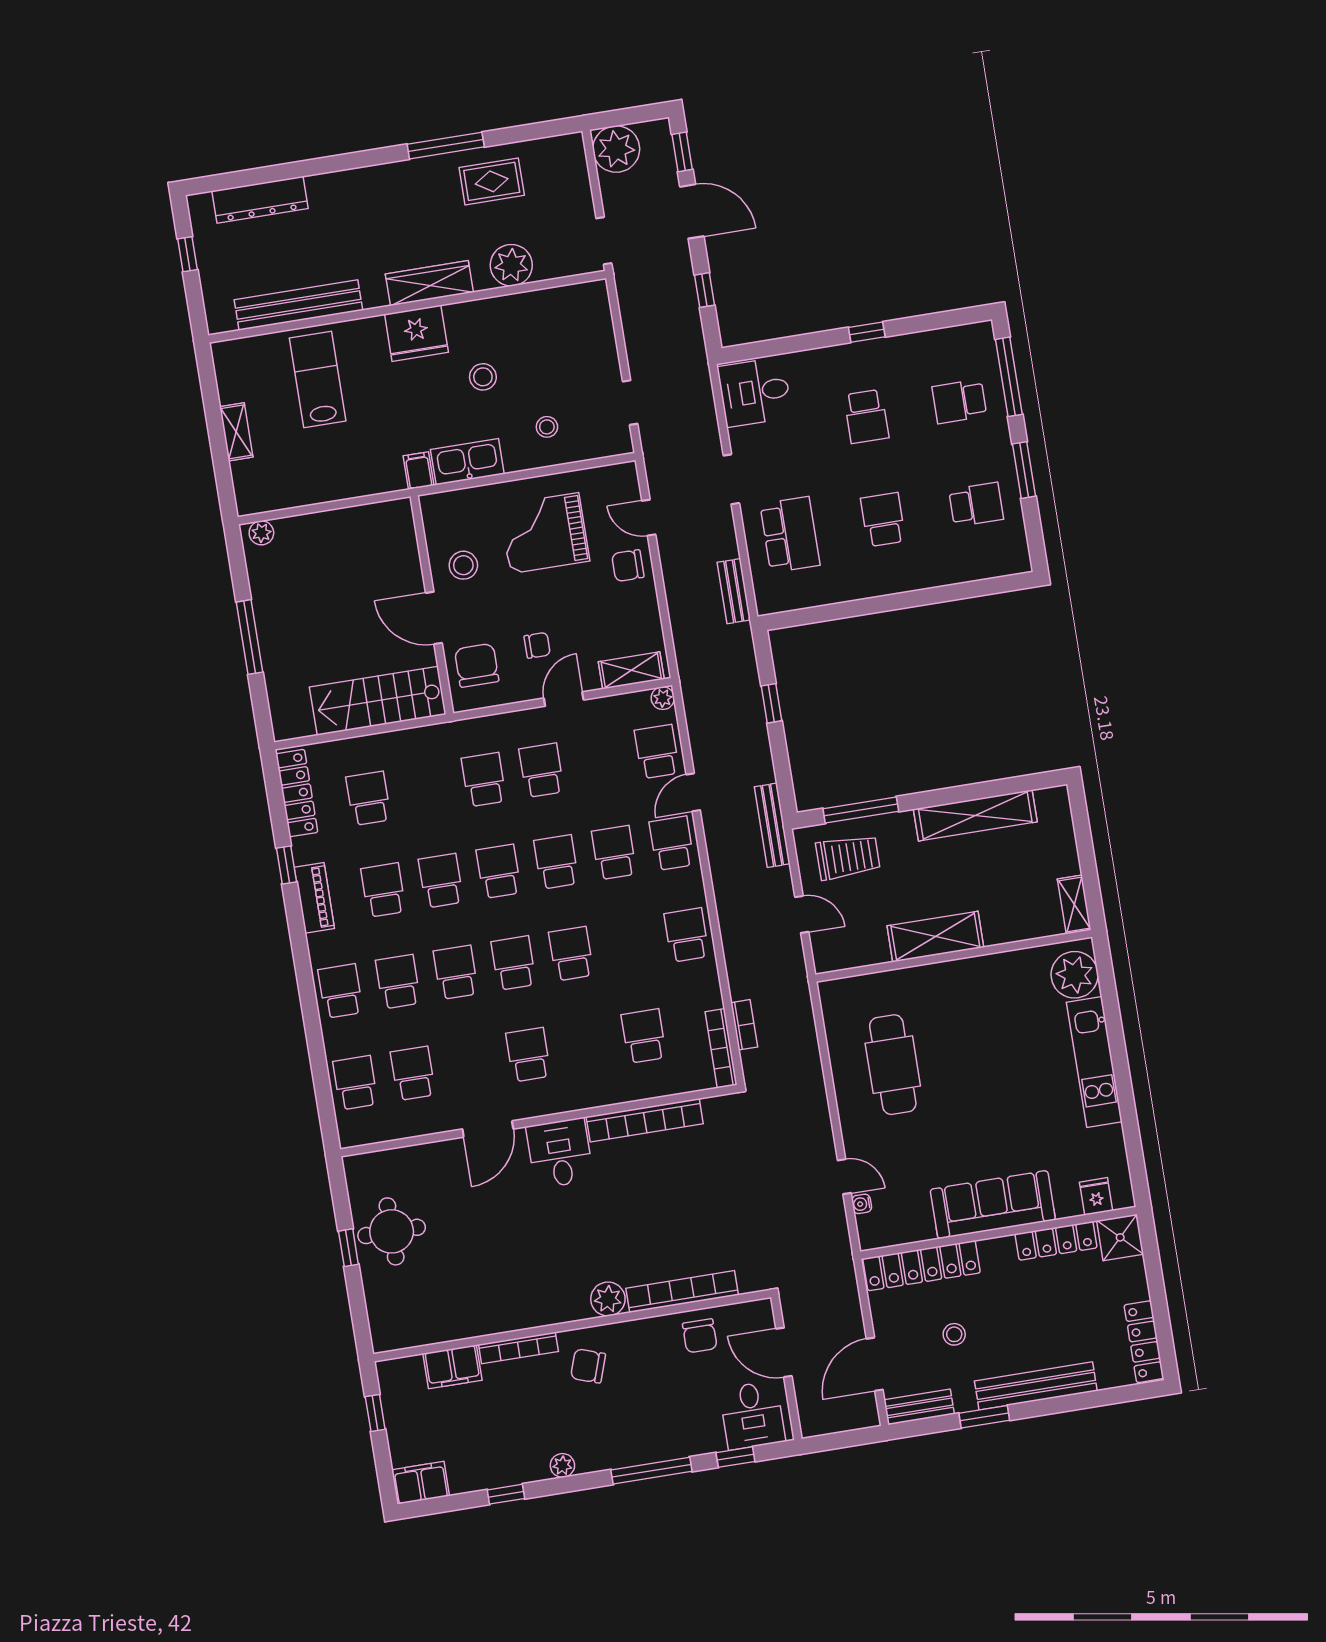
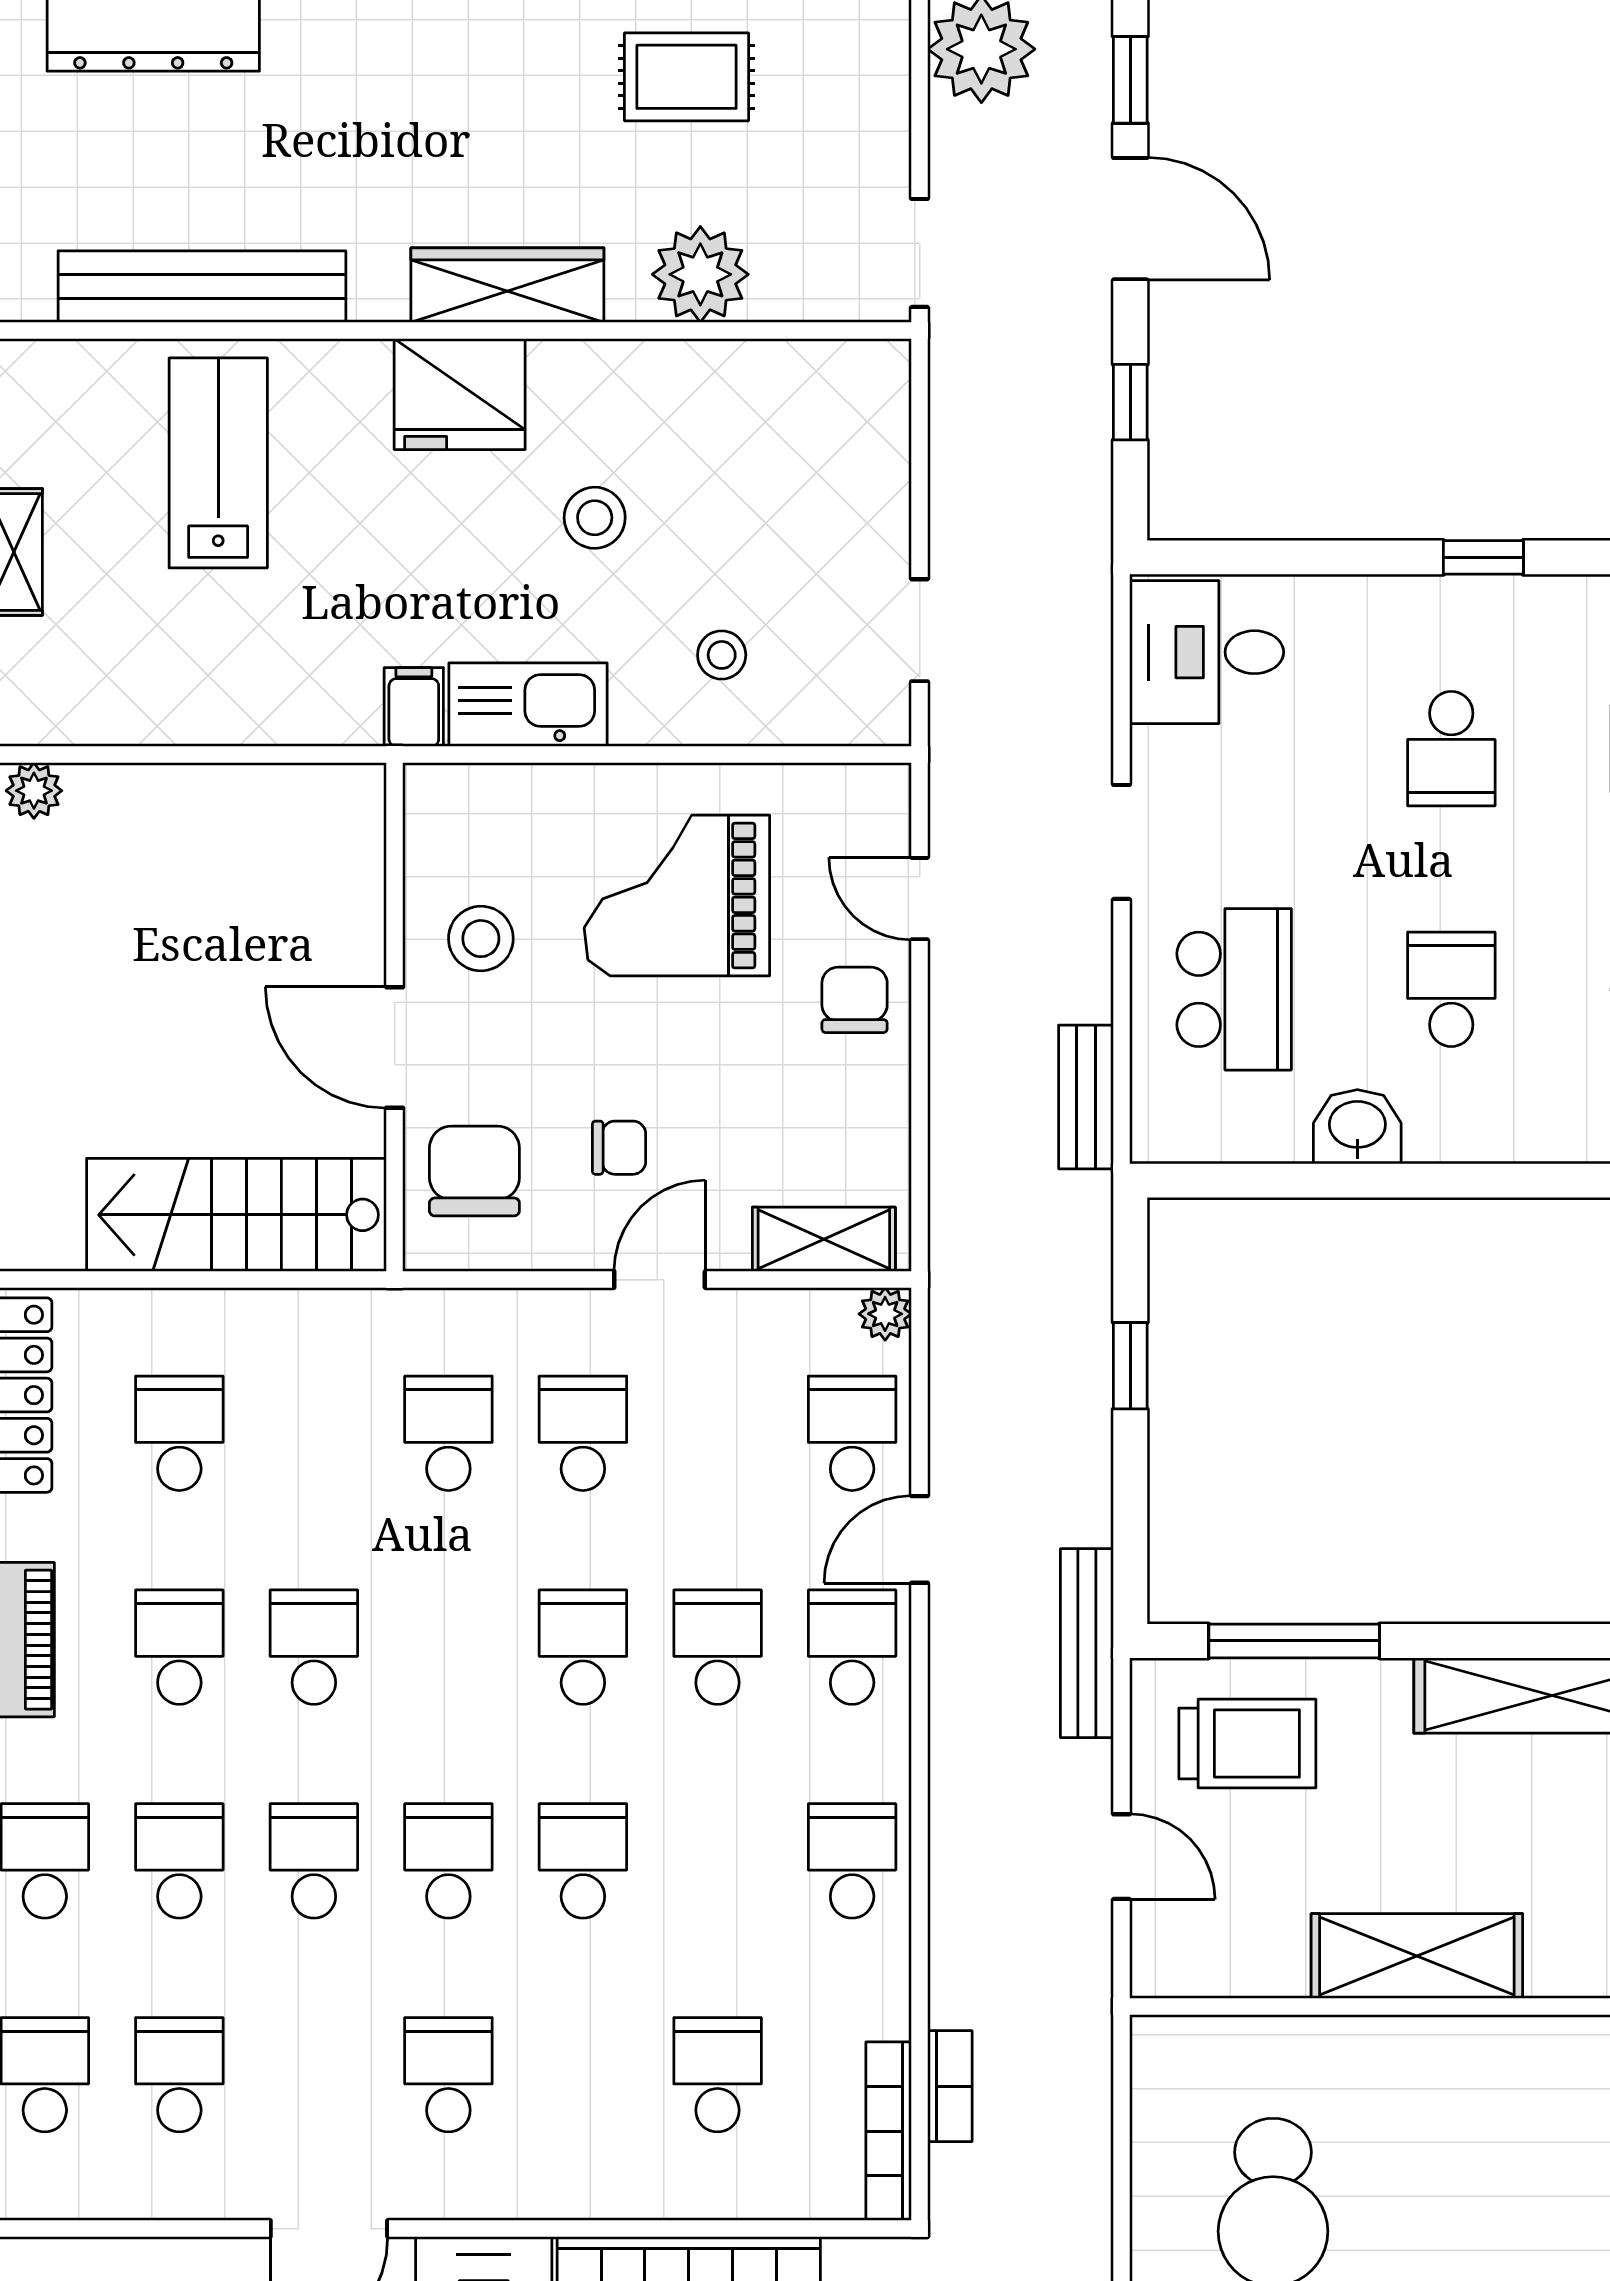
chair: (628, 566) -> (855, 1000), turned 90
washbasin: (852, 585) -> (1357, 1127), added
school desk: (499, 871) -> (448, 1647), removed

